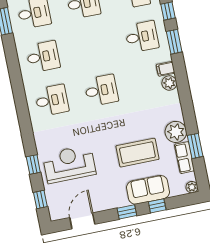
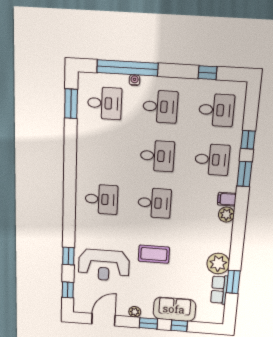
desk: (43, 57) -> (157, 156), moved
coffee table: (137, 153) -> (154, 254), moved, width x0.73, depth x0.76
reception desk: (69, 164) -> (104, 265), turned 180
plant: (192, 187) -> (135, 312), moved

